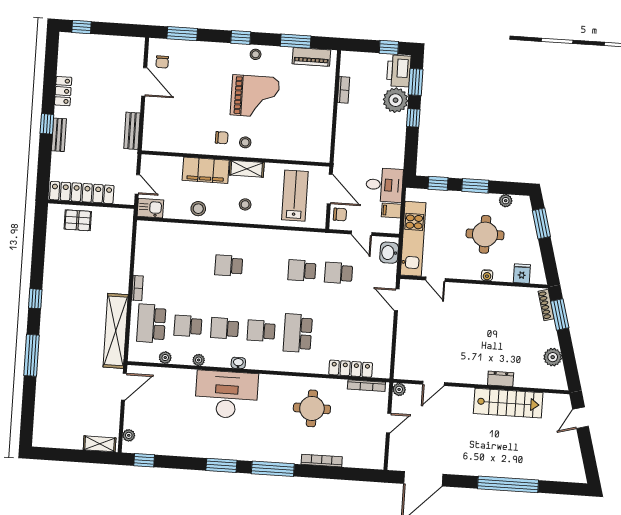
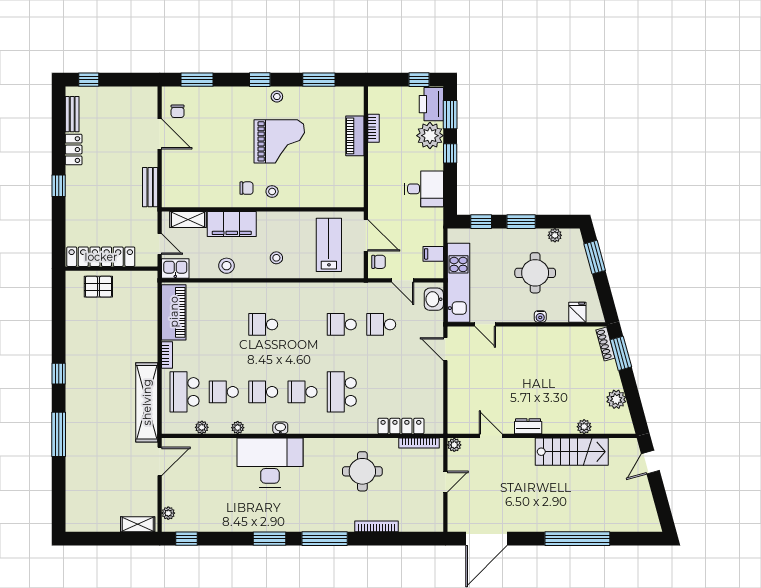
piano: (311, 57) -> (355, 136), moved, turned 90
bench: (59, 135) -> (72, 114), moved
shelving: (247, 169) -> (188, 220), moved
desk: (384, 185) -> (424, 189), moved
piano: (146, 249) -> (174, 312), added
dresser: (501, 379) -> (528, 426), moved
plant: (521, 381) -> (584, 427), added
door: (434, 383) -> (491, 436), swing flipped

